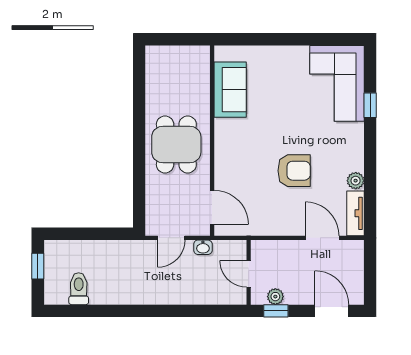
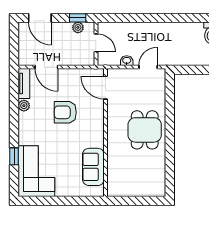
sofa: (230, 90) -> (93, 167), moved
wall: (212, 141) -> (106, 133), moved
door: (212, 207) -> (106, 88), moved

